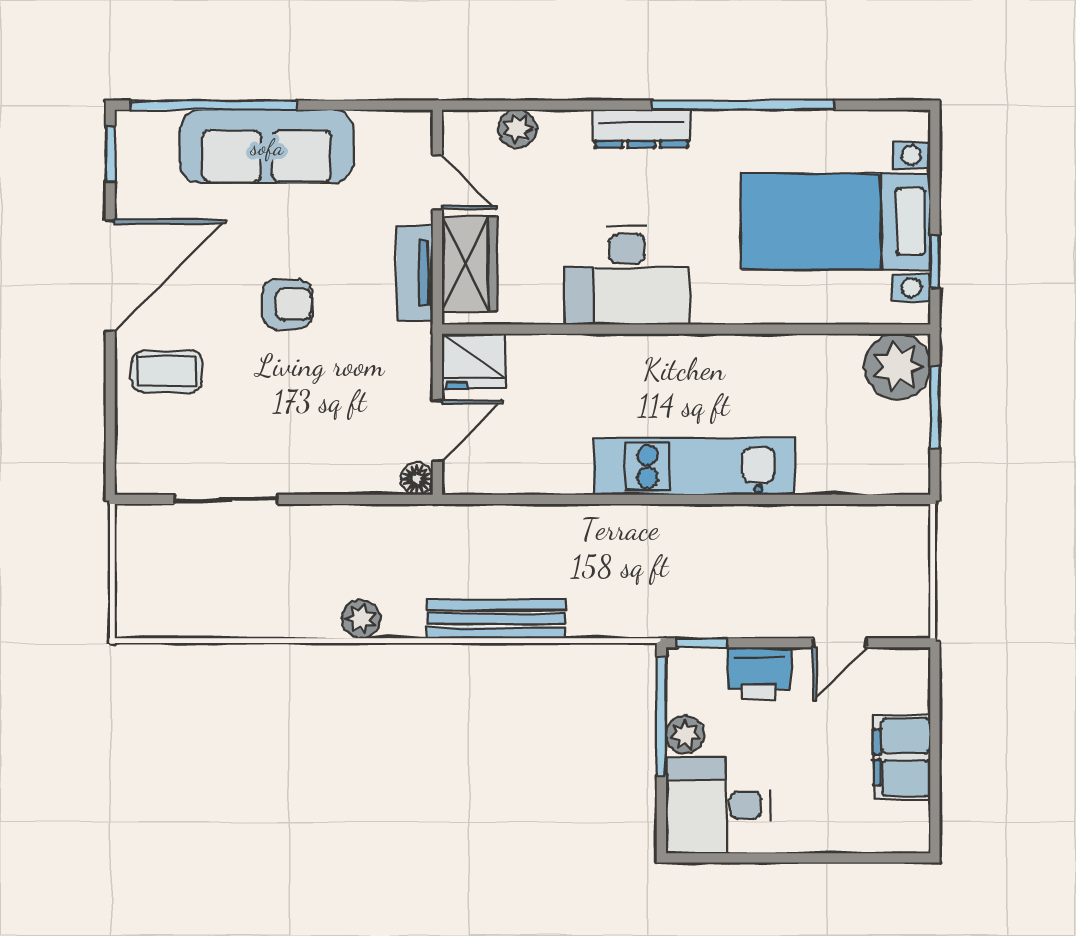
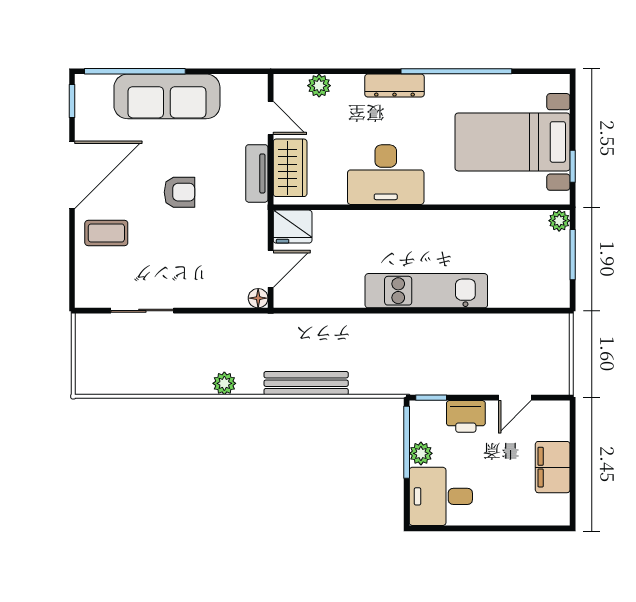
plant: (897, 366) -> (559, 221), width x0.53, depth x0.53

